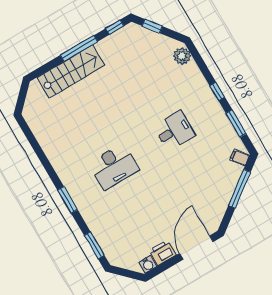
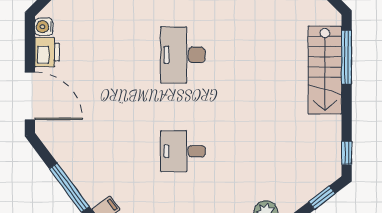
window: (79, 48) -> (347, 57), moved
desk: (174, 131) -> (183, 151), turned 90

